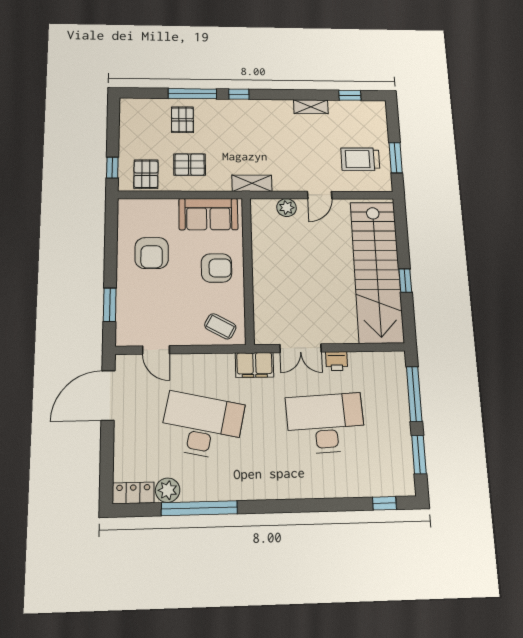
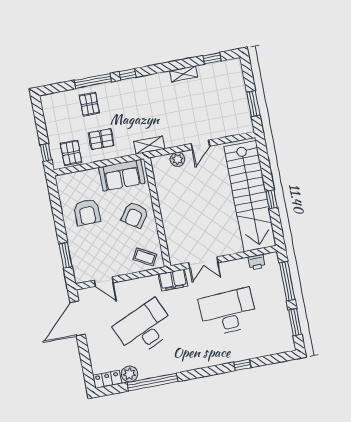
trolley: (360, 159) -> (227, 110), removed
armchair: (216, 268) -> (135, 215), turned 124
printer: (337, 361) -> (257, 262), moved
desk: (202, 426) -> (144, 328), turned -36
window: (384, 503) -> (242, 365), moved

